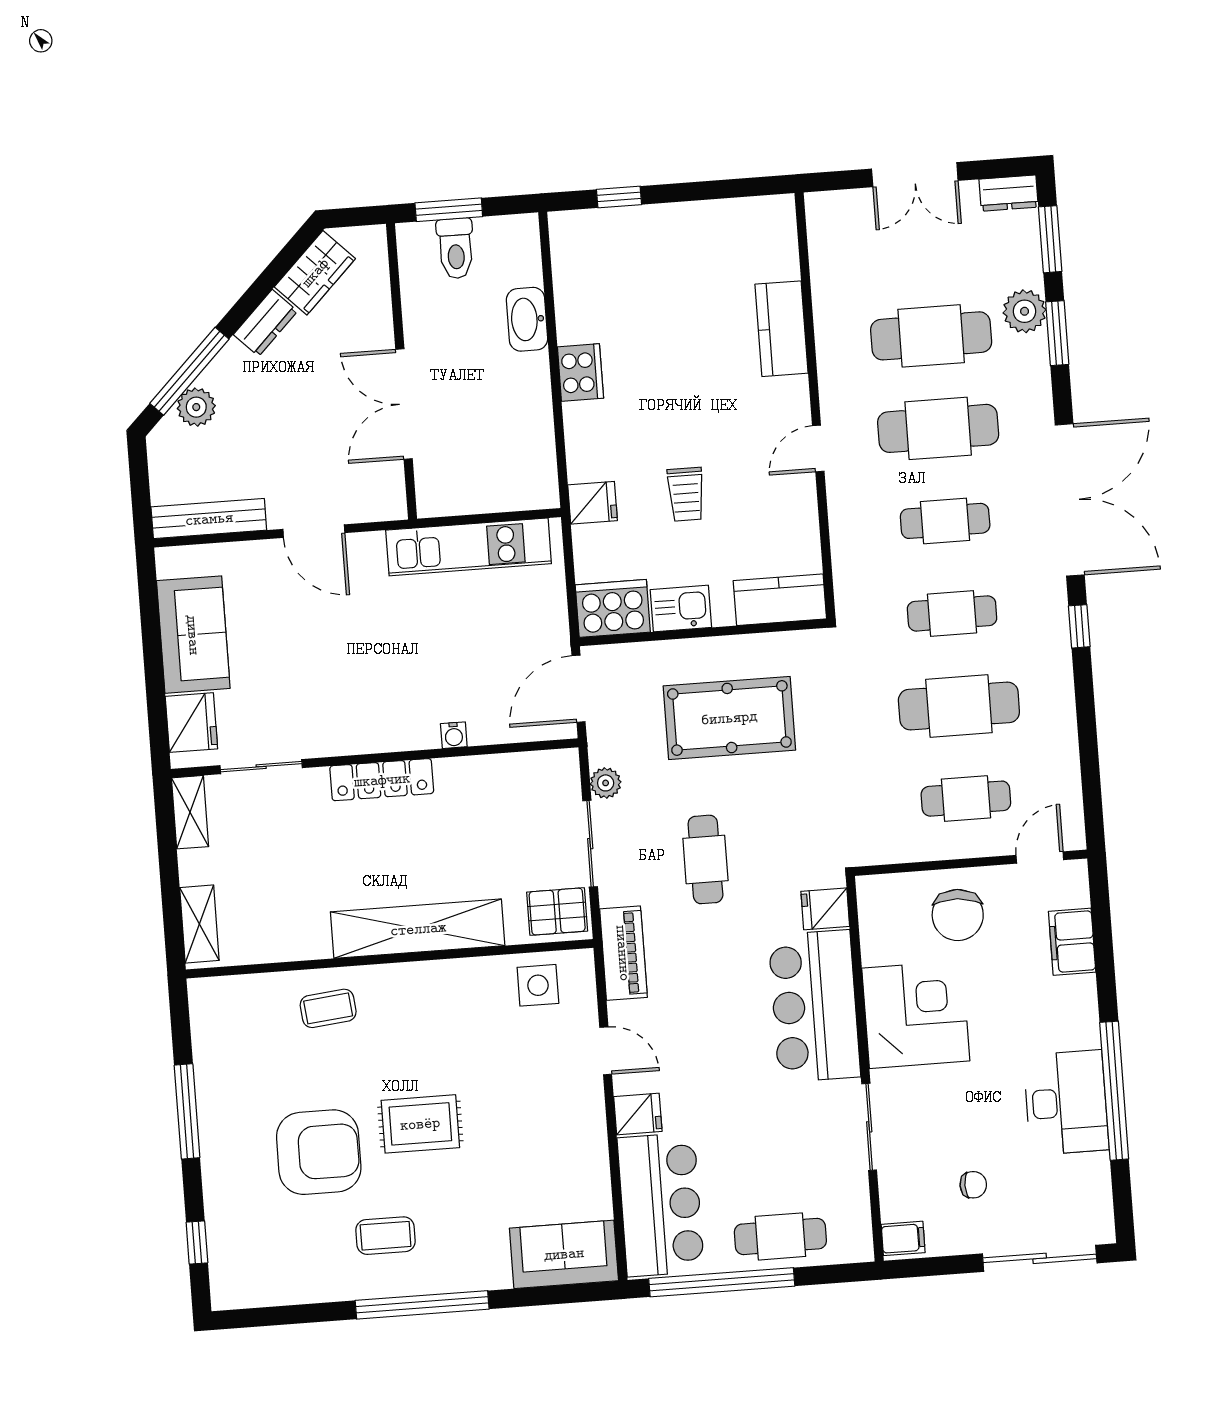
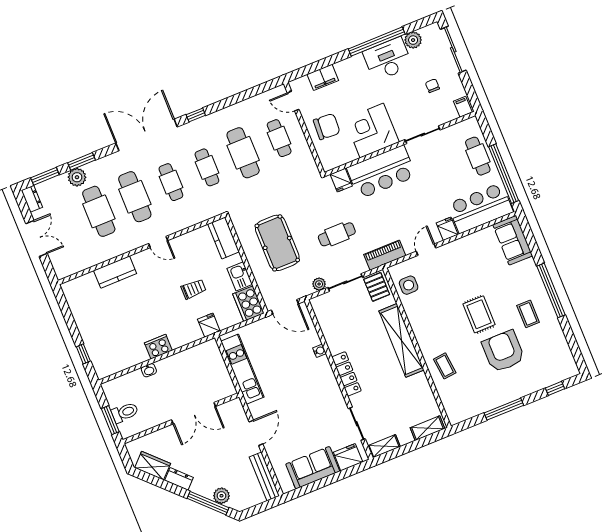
washbasin: (527, 319) -> (149, 370), width x0.52, depth x0.69
plant: (1091, 1174) -> (413, 40), added

